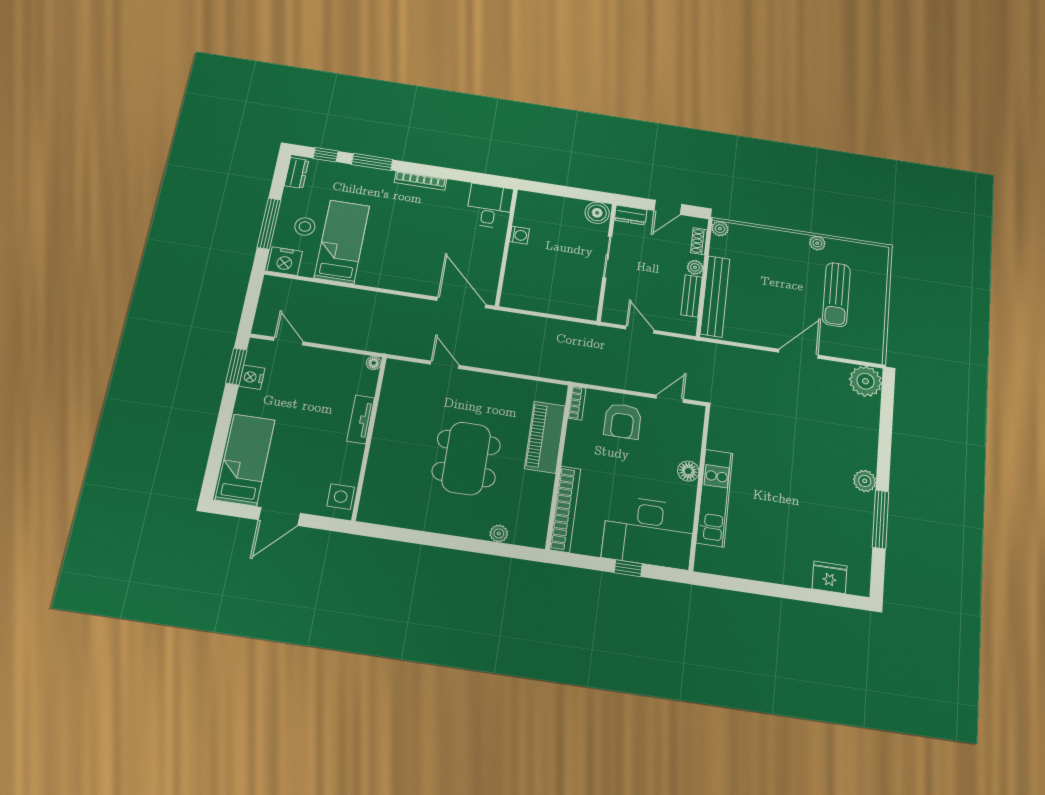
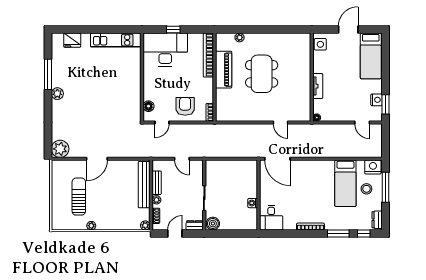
piano: (545, 437) -> (224, 70), moved
floor lamp: (688, 471) -> (149, 106), moved
kitchen unit: (715, 498) -> (116, 40), moved, turned -90

